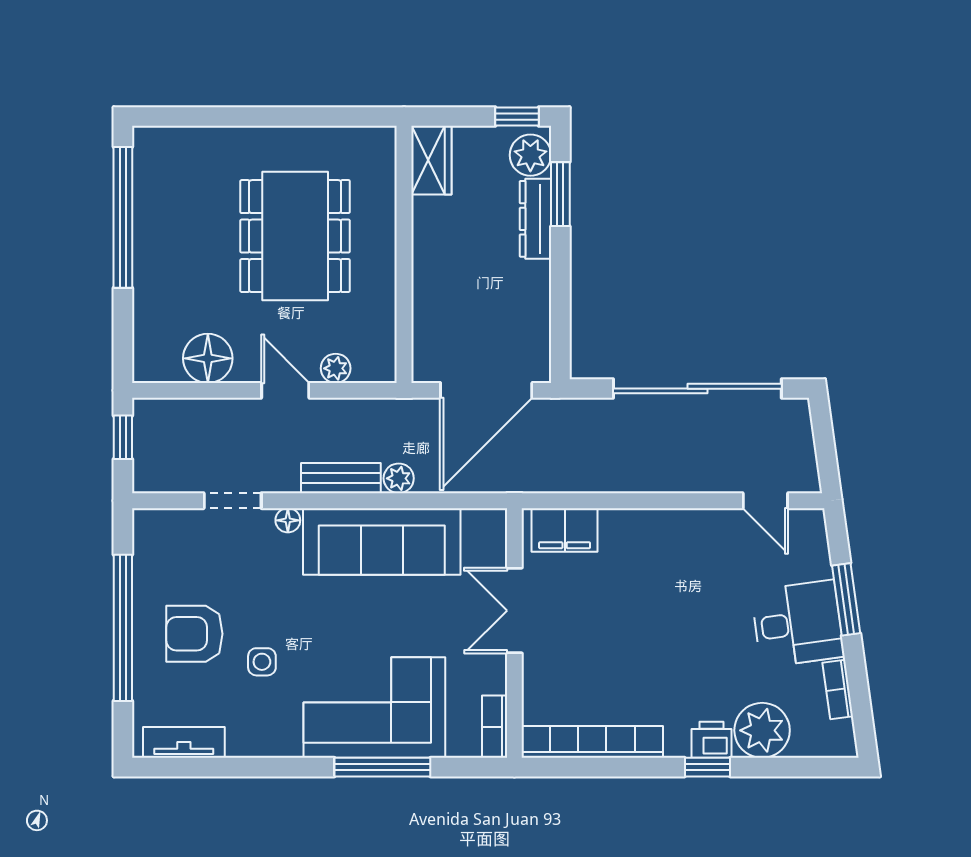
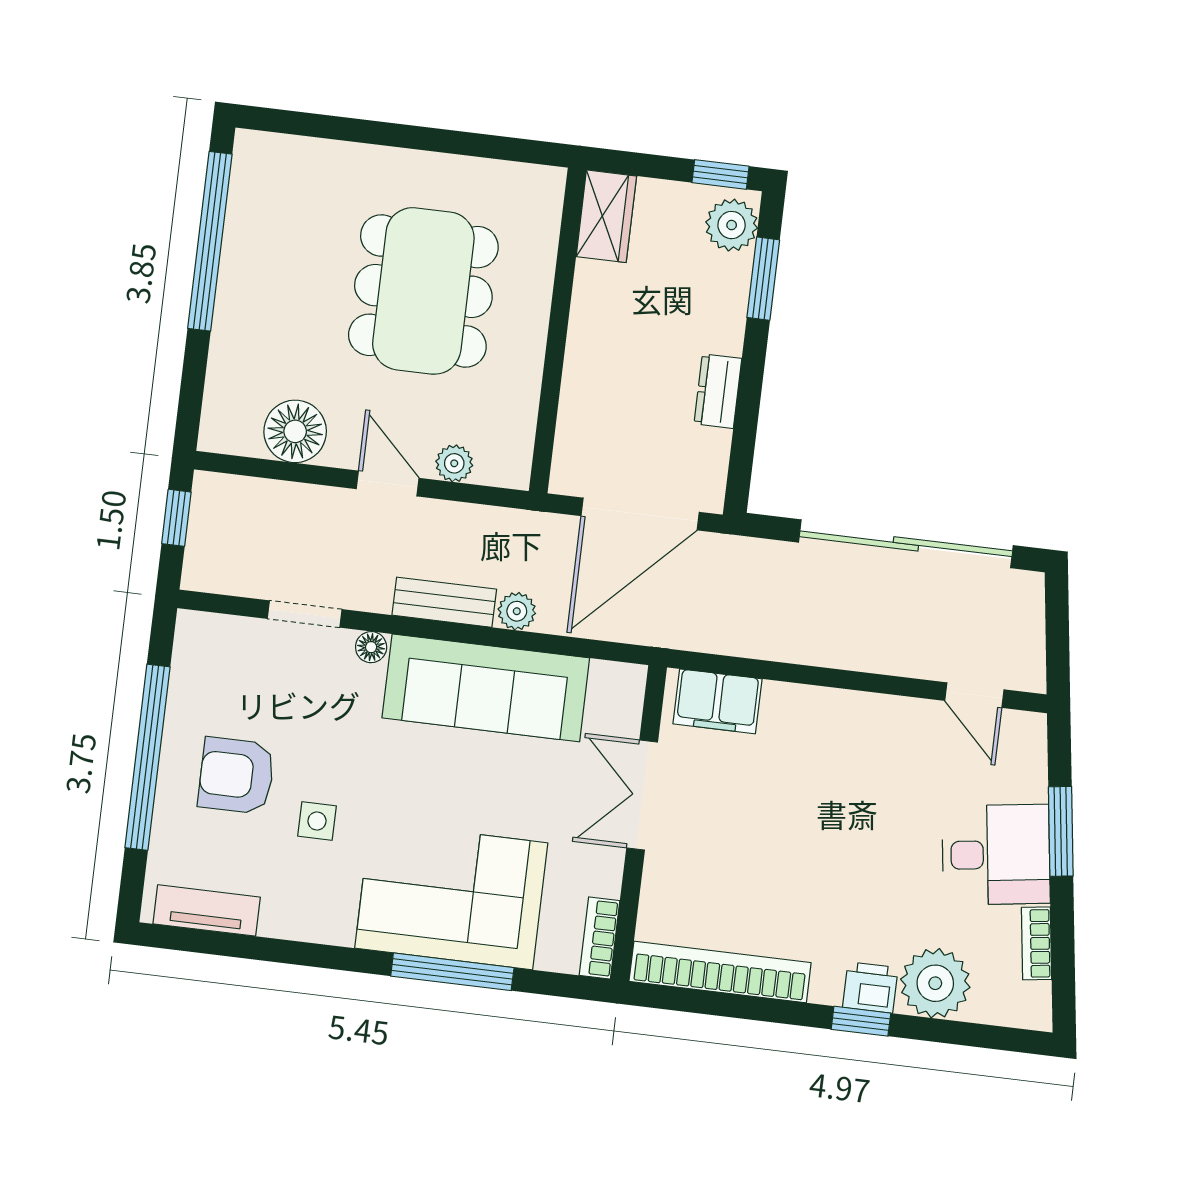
dresser: (535, 219) -> (718, 391), moved, width x0.70

